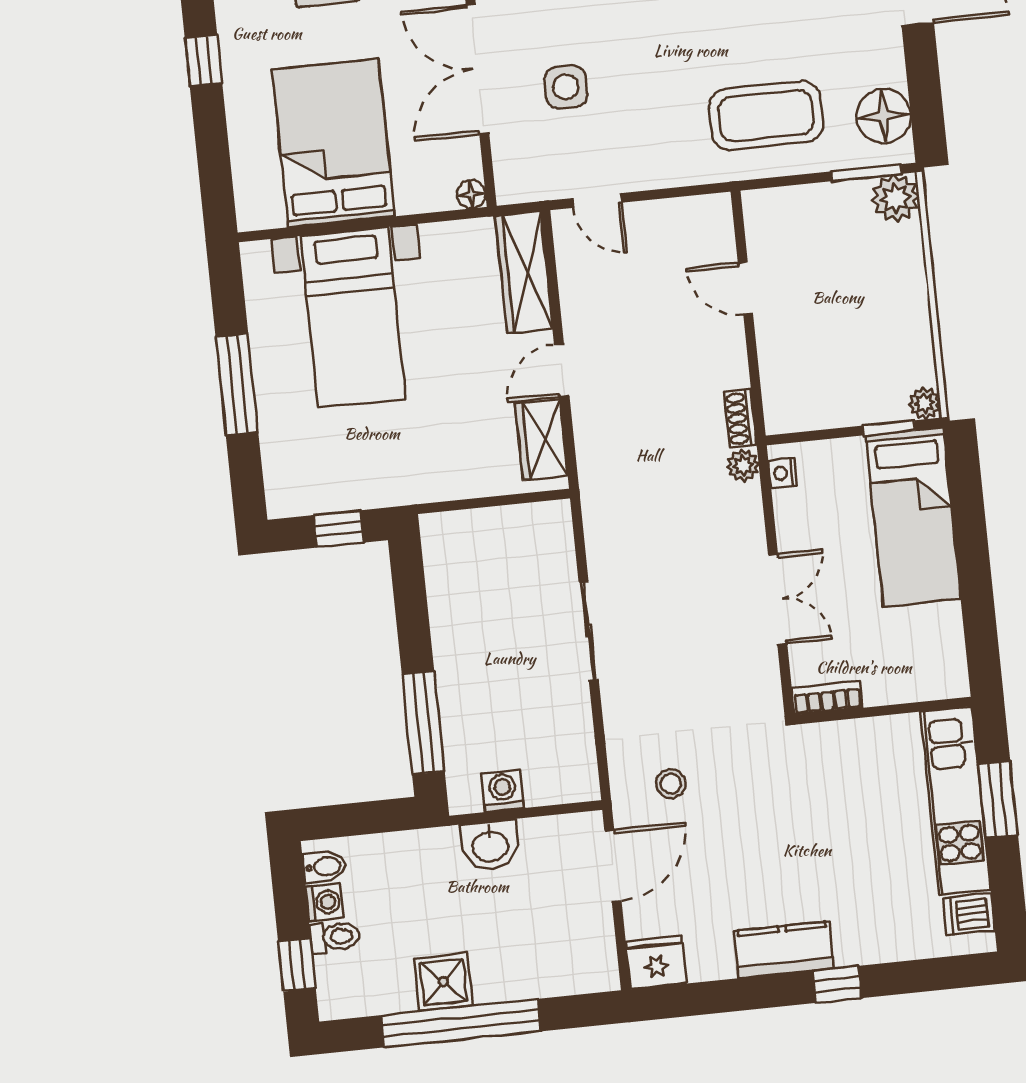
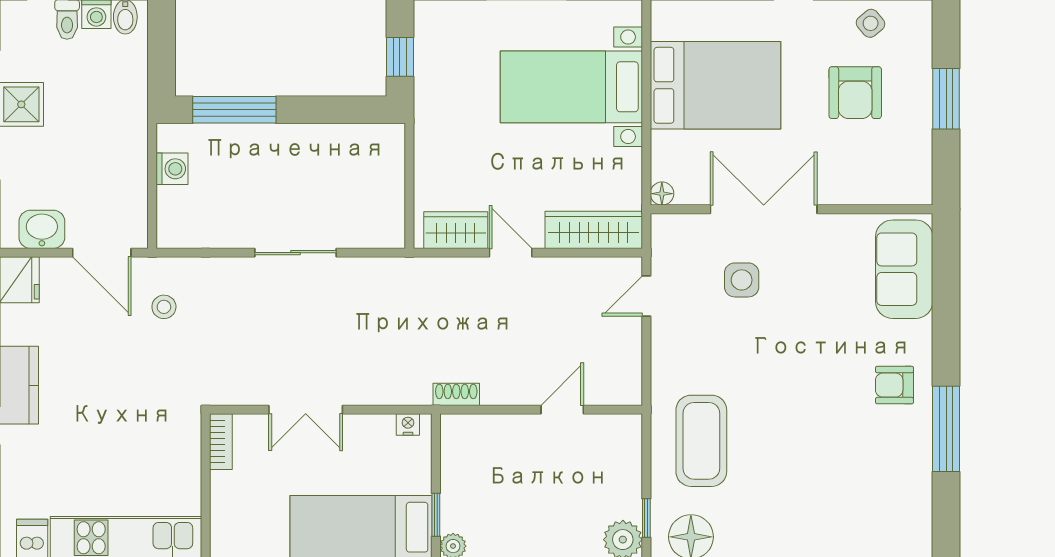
window: (866, 173) -> (646, 518), width x0.67
plant: (743, 466) -> (418, 393), removed
washbasin: (490, 845) -> (42, 229), moved, turned 90

